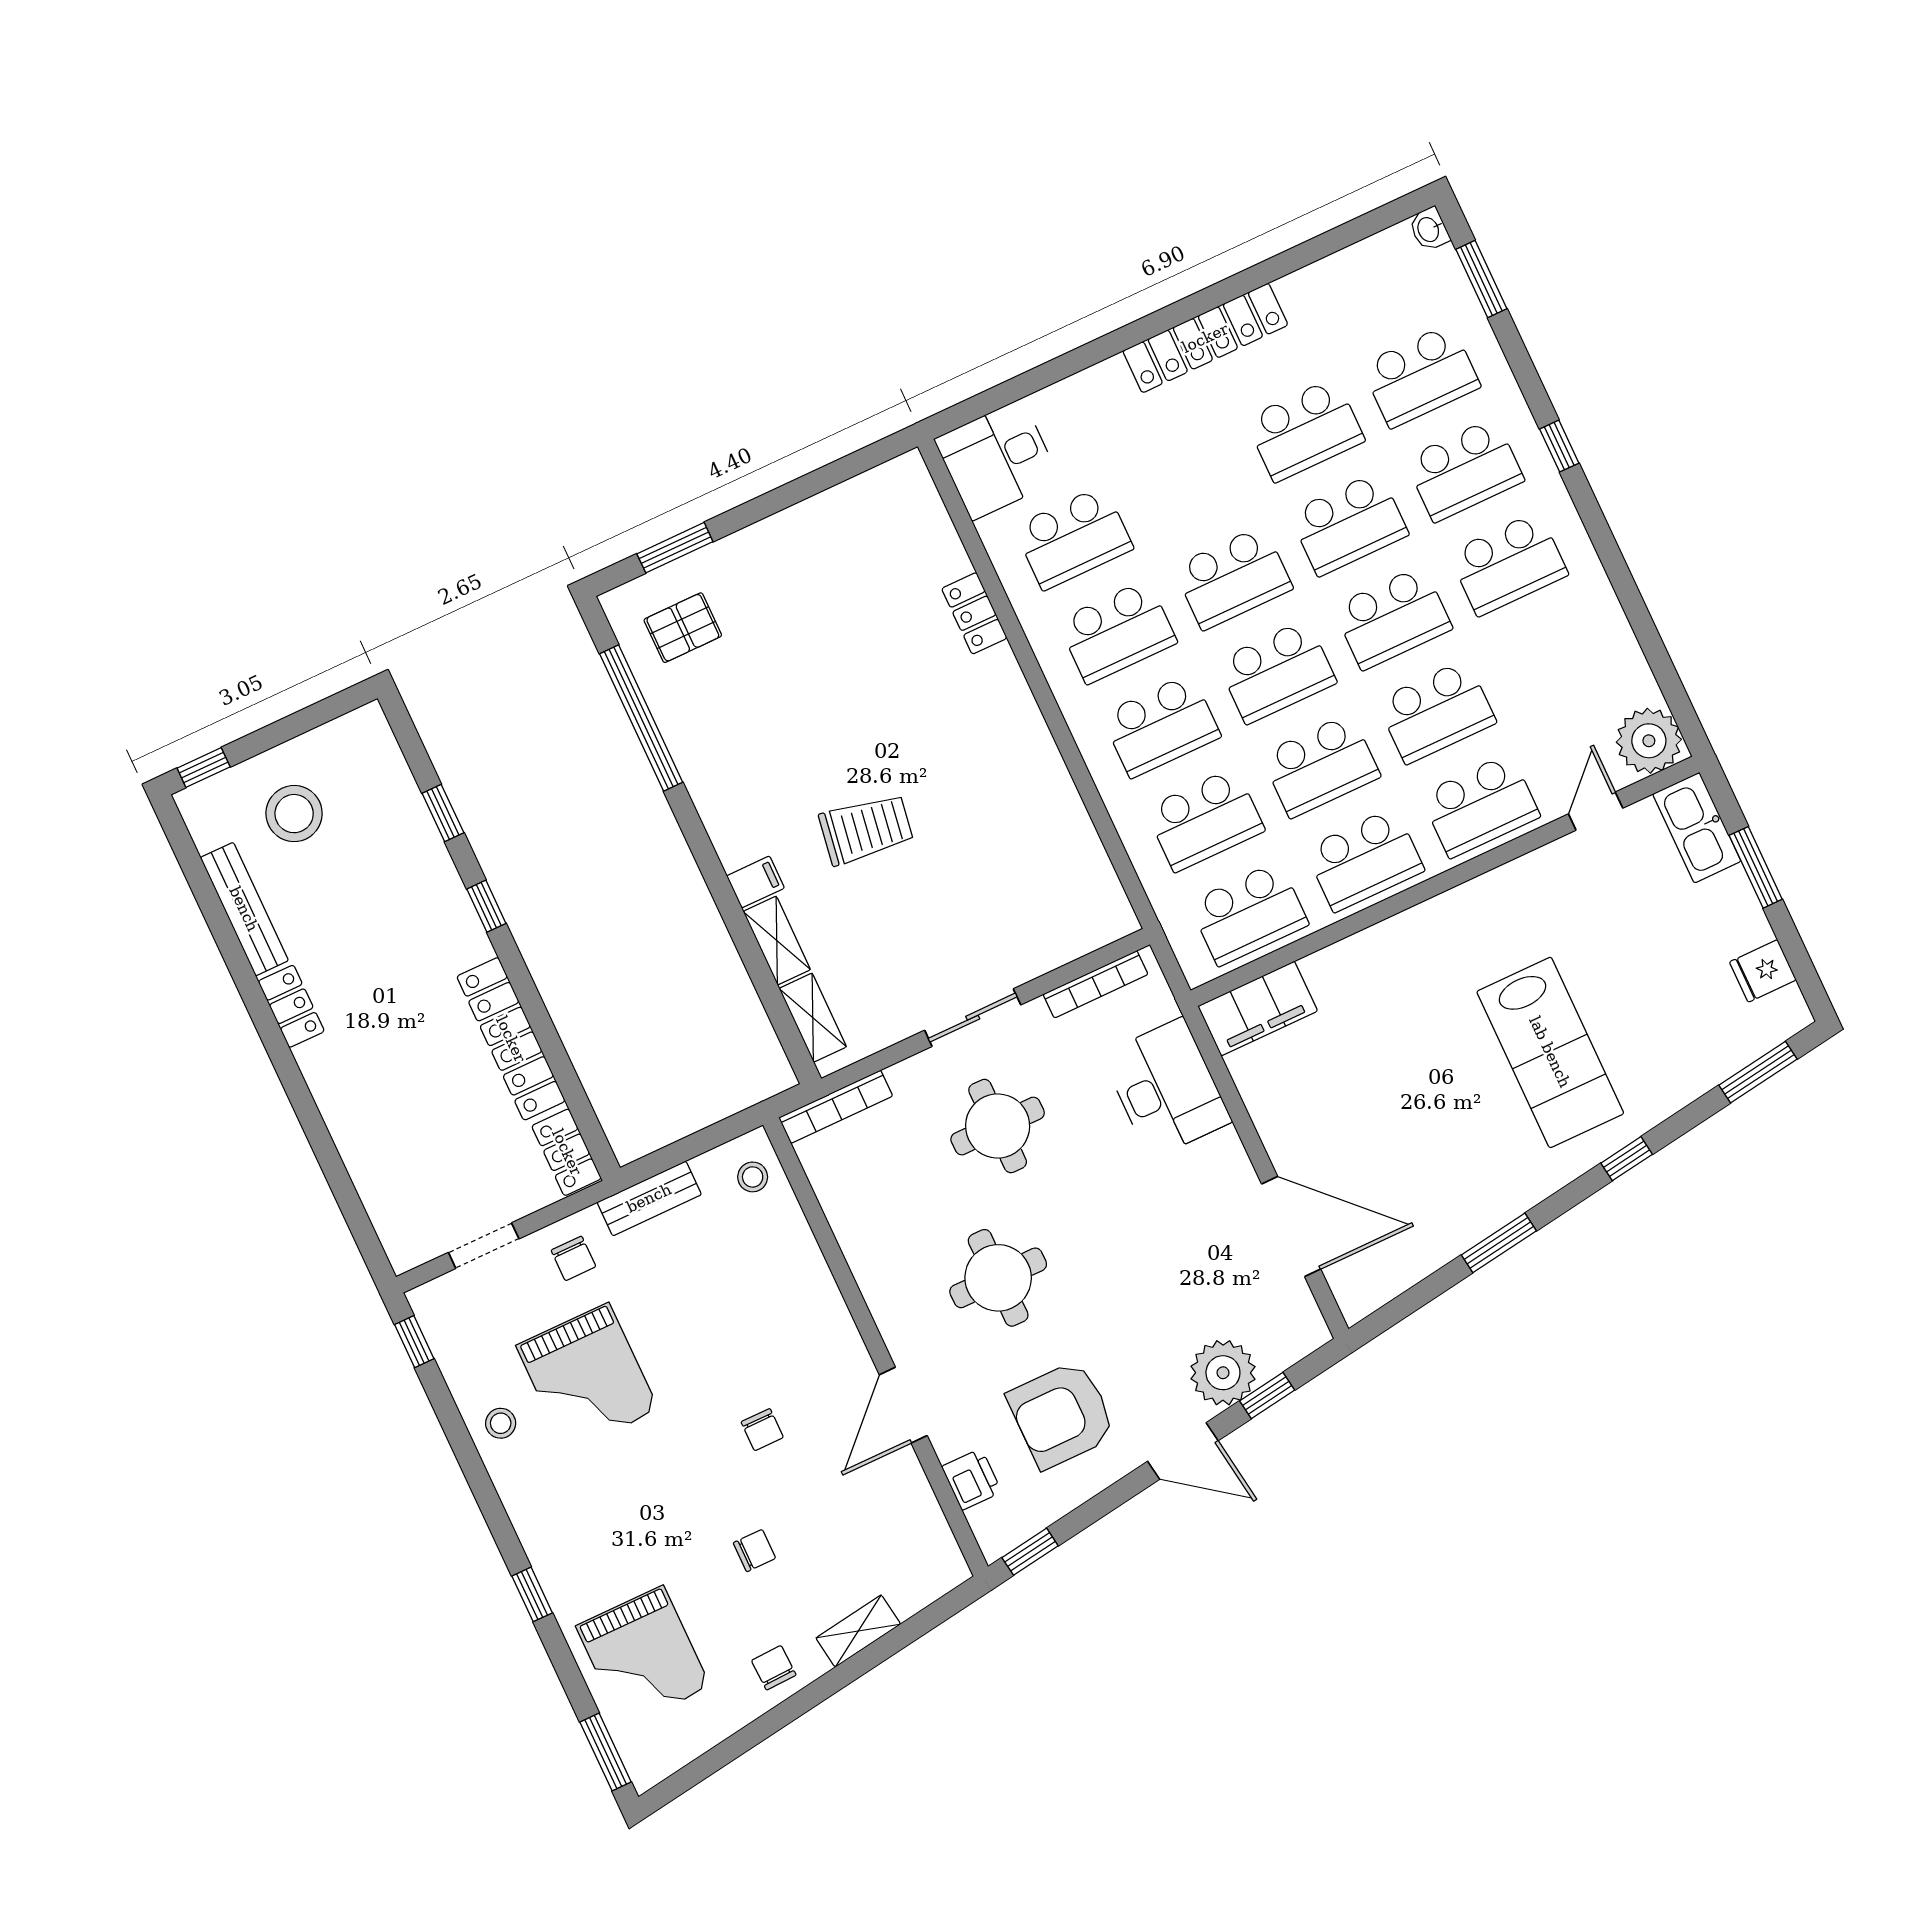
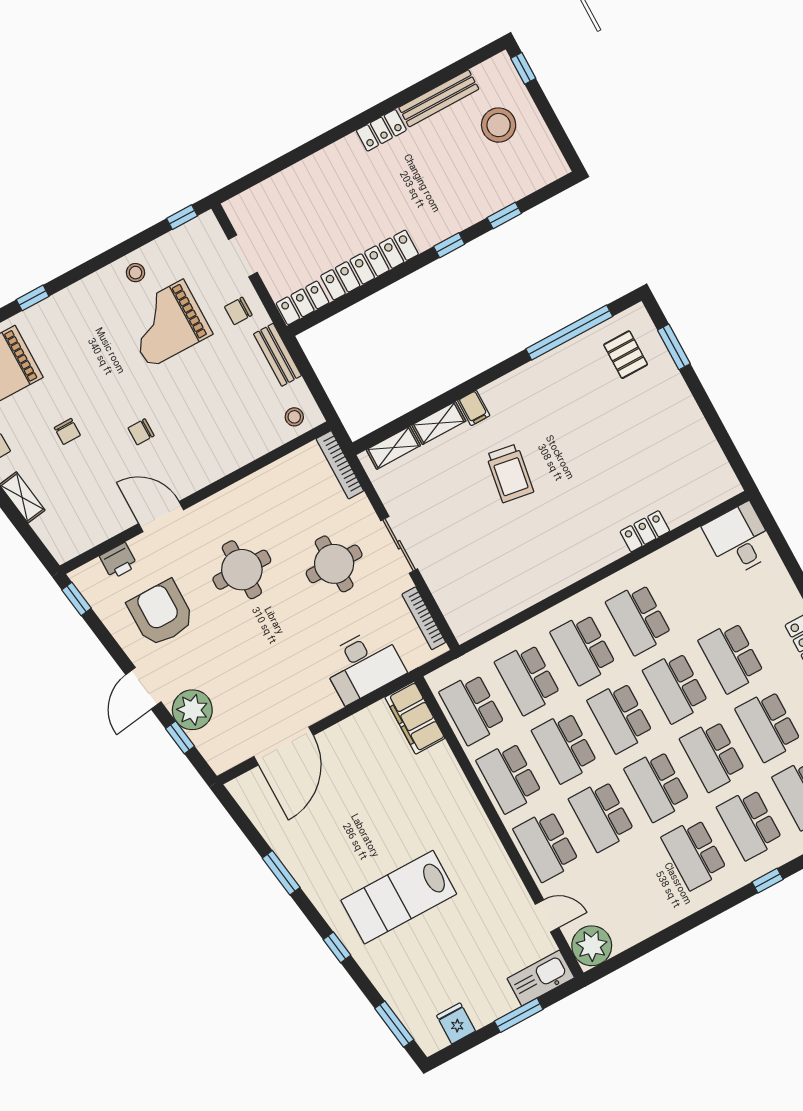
school desk: (1073, 538) -> (731, 657), moved

